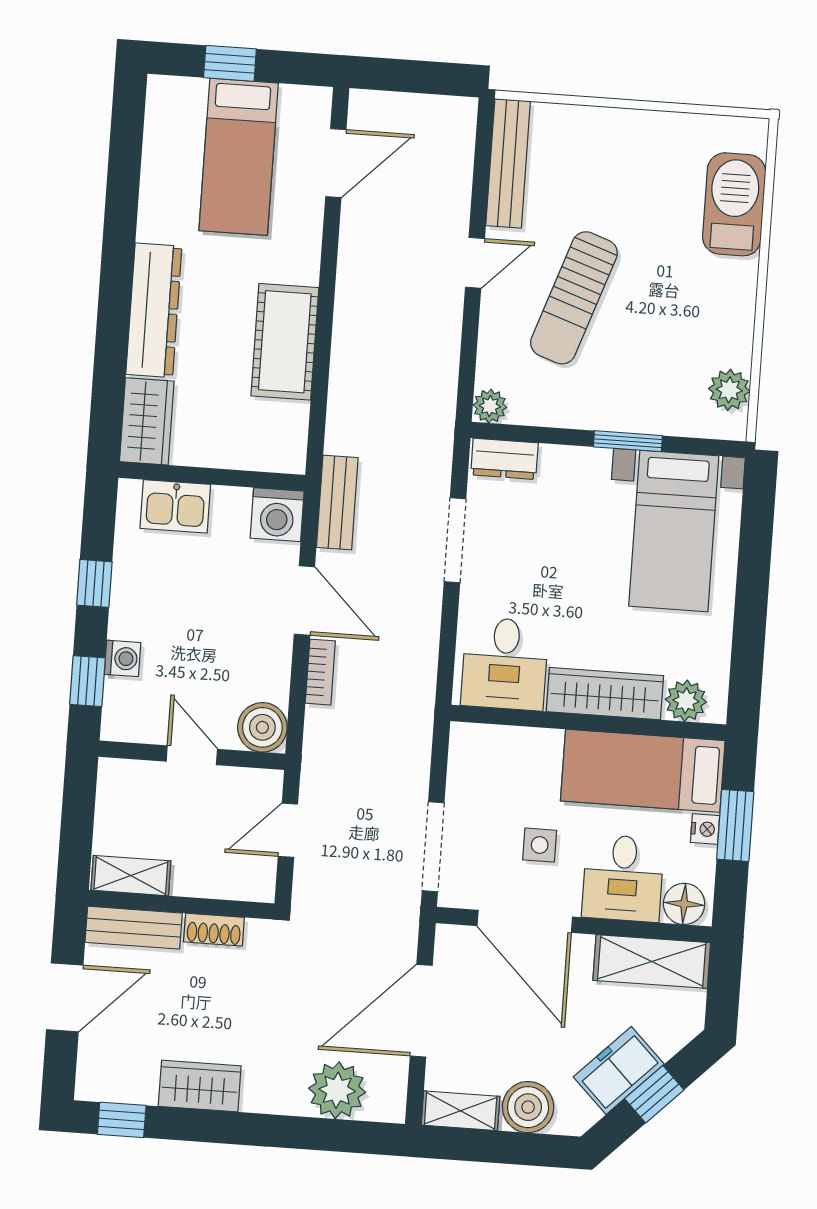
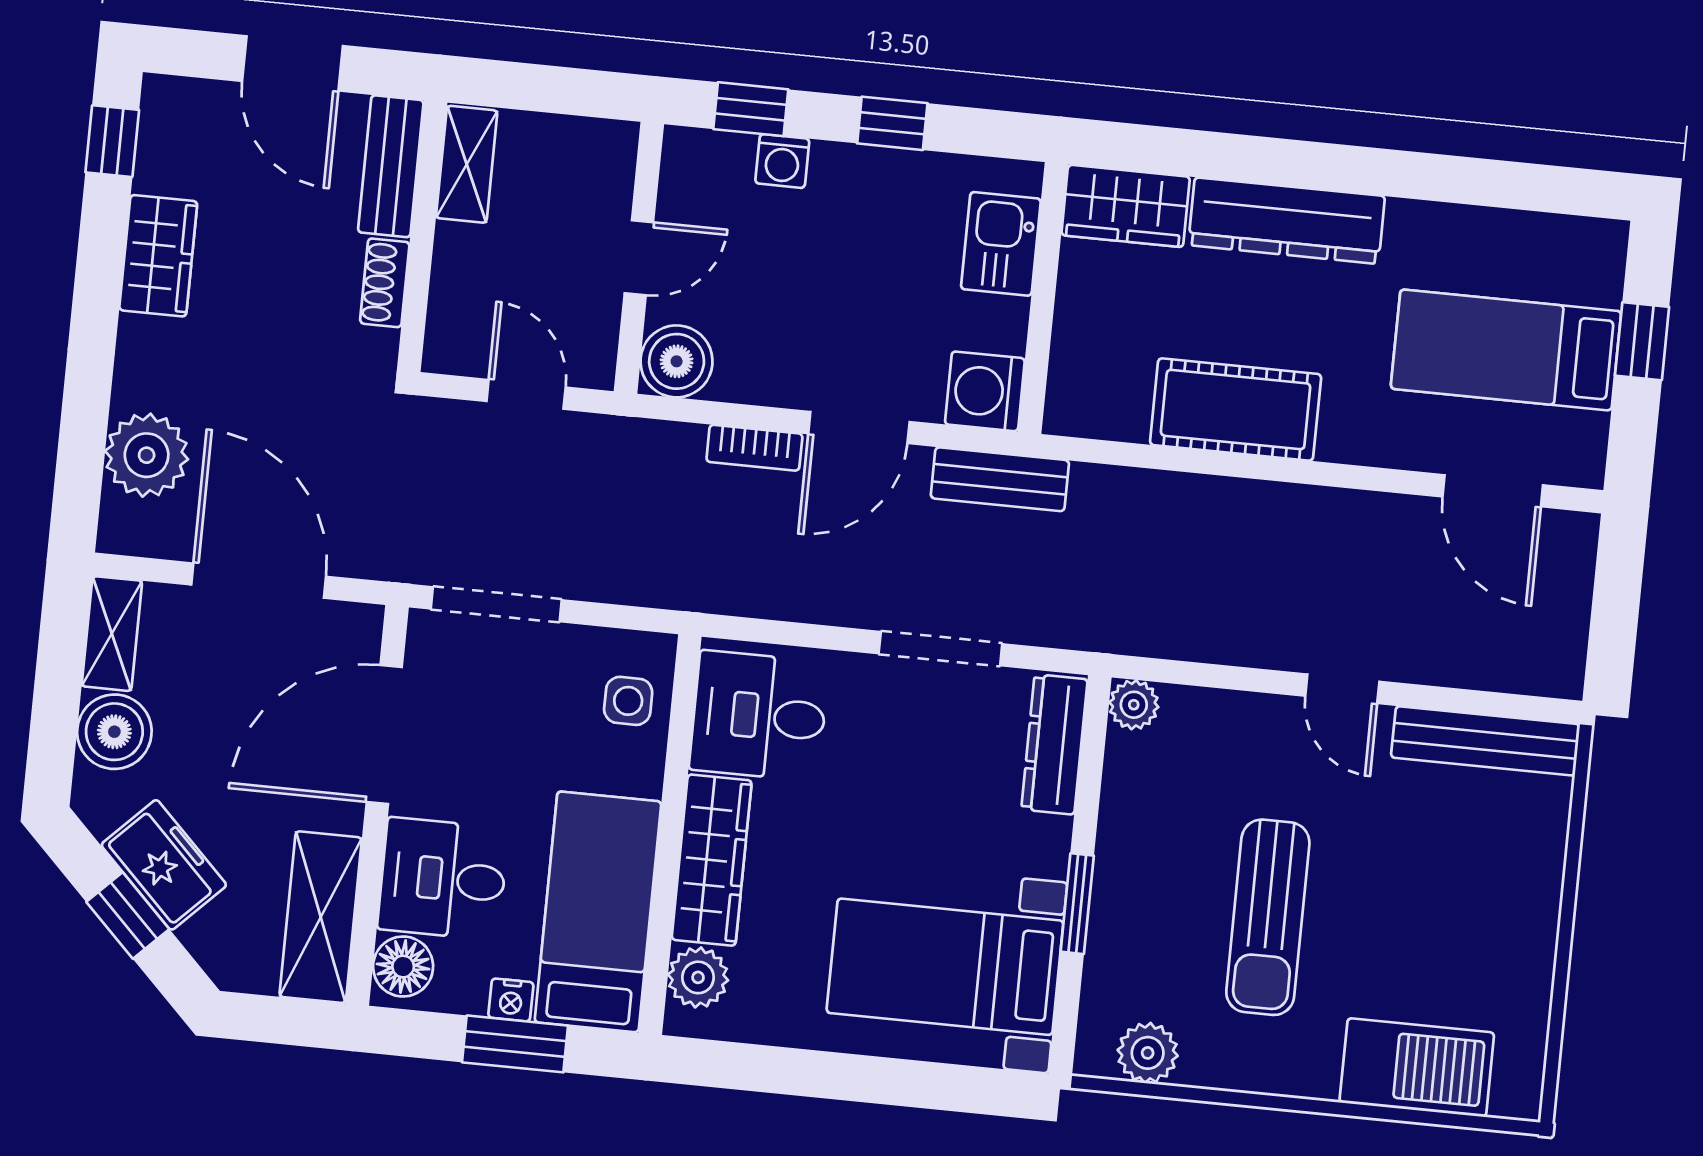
sun lounger: (574, 298) -> (1268, 917), moved, turned -109
dresser: (504, 459) -> (1054, 744), width x1.44
side table: (540, 845) -> (628, 701), moved

